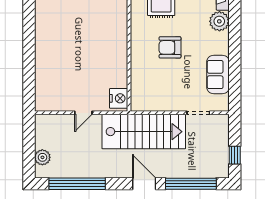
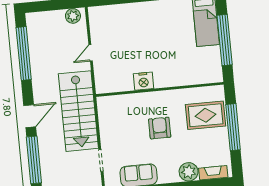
nightstand: (119, 98) -> (143, 81), moved
door: (83, 113) -> (91, 53), hinge flipped
plant: (42, 157) -> (73, 16), moved

